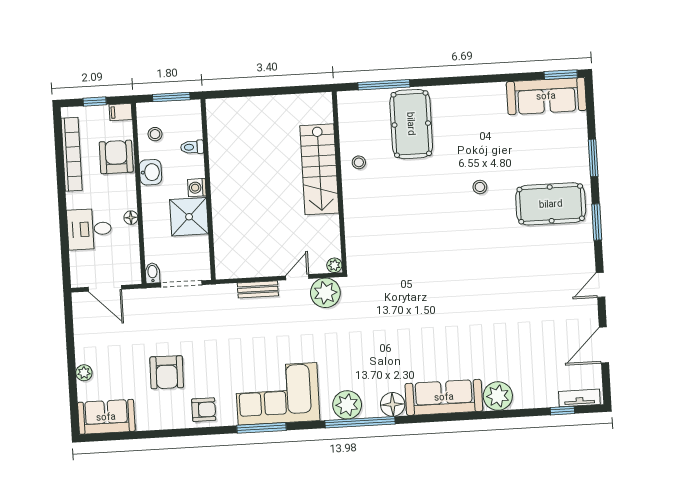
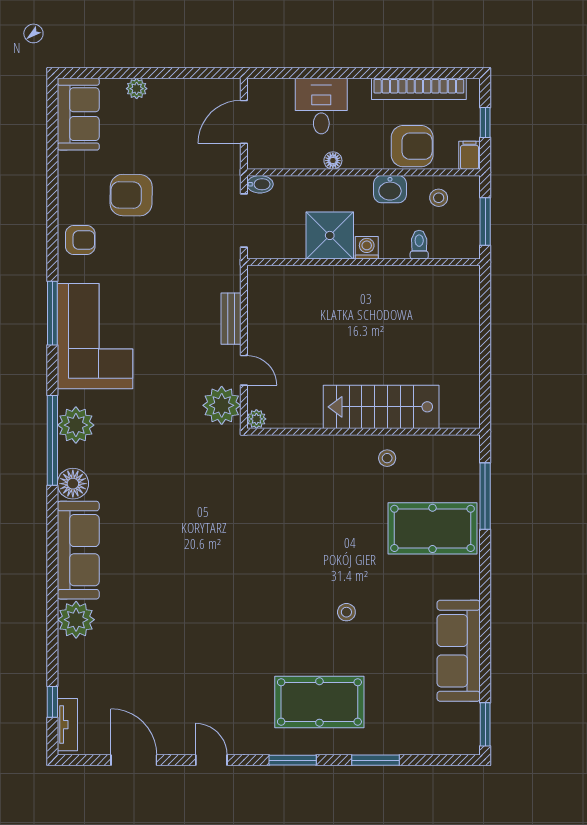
sofa: (546, 96) -> (459, 651), moved
pool table: (551, 204) -> (319, 702), turned 90
armchair: (204, 410) -> (80, 240), turned -90

